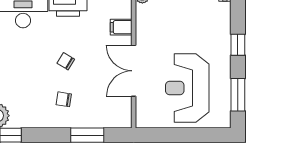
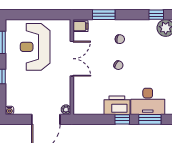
filing cabinet: (121, 27) -> (80, 26), moved
reception desk: (187, 88) -> (35, 47), turned 180

